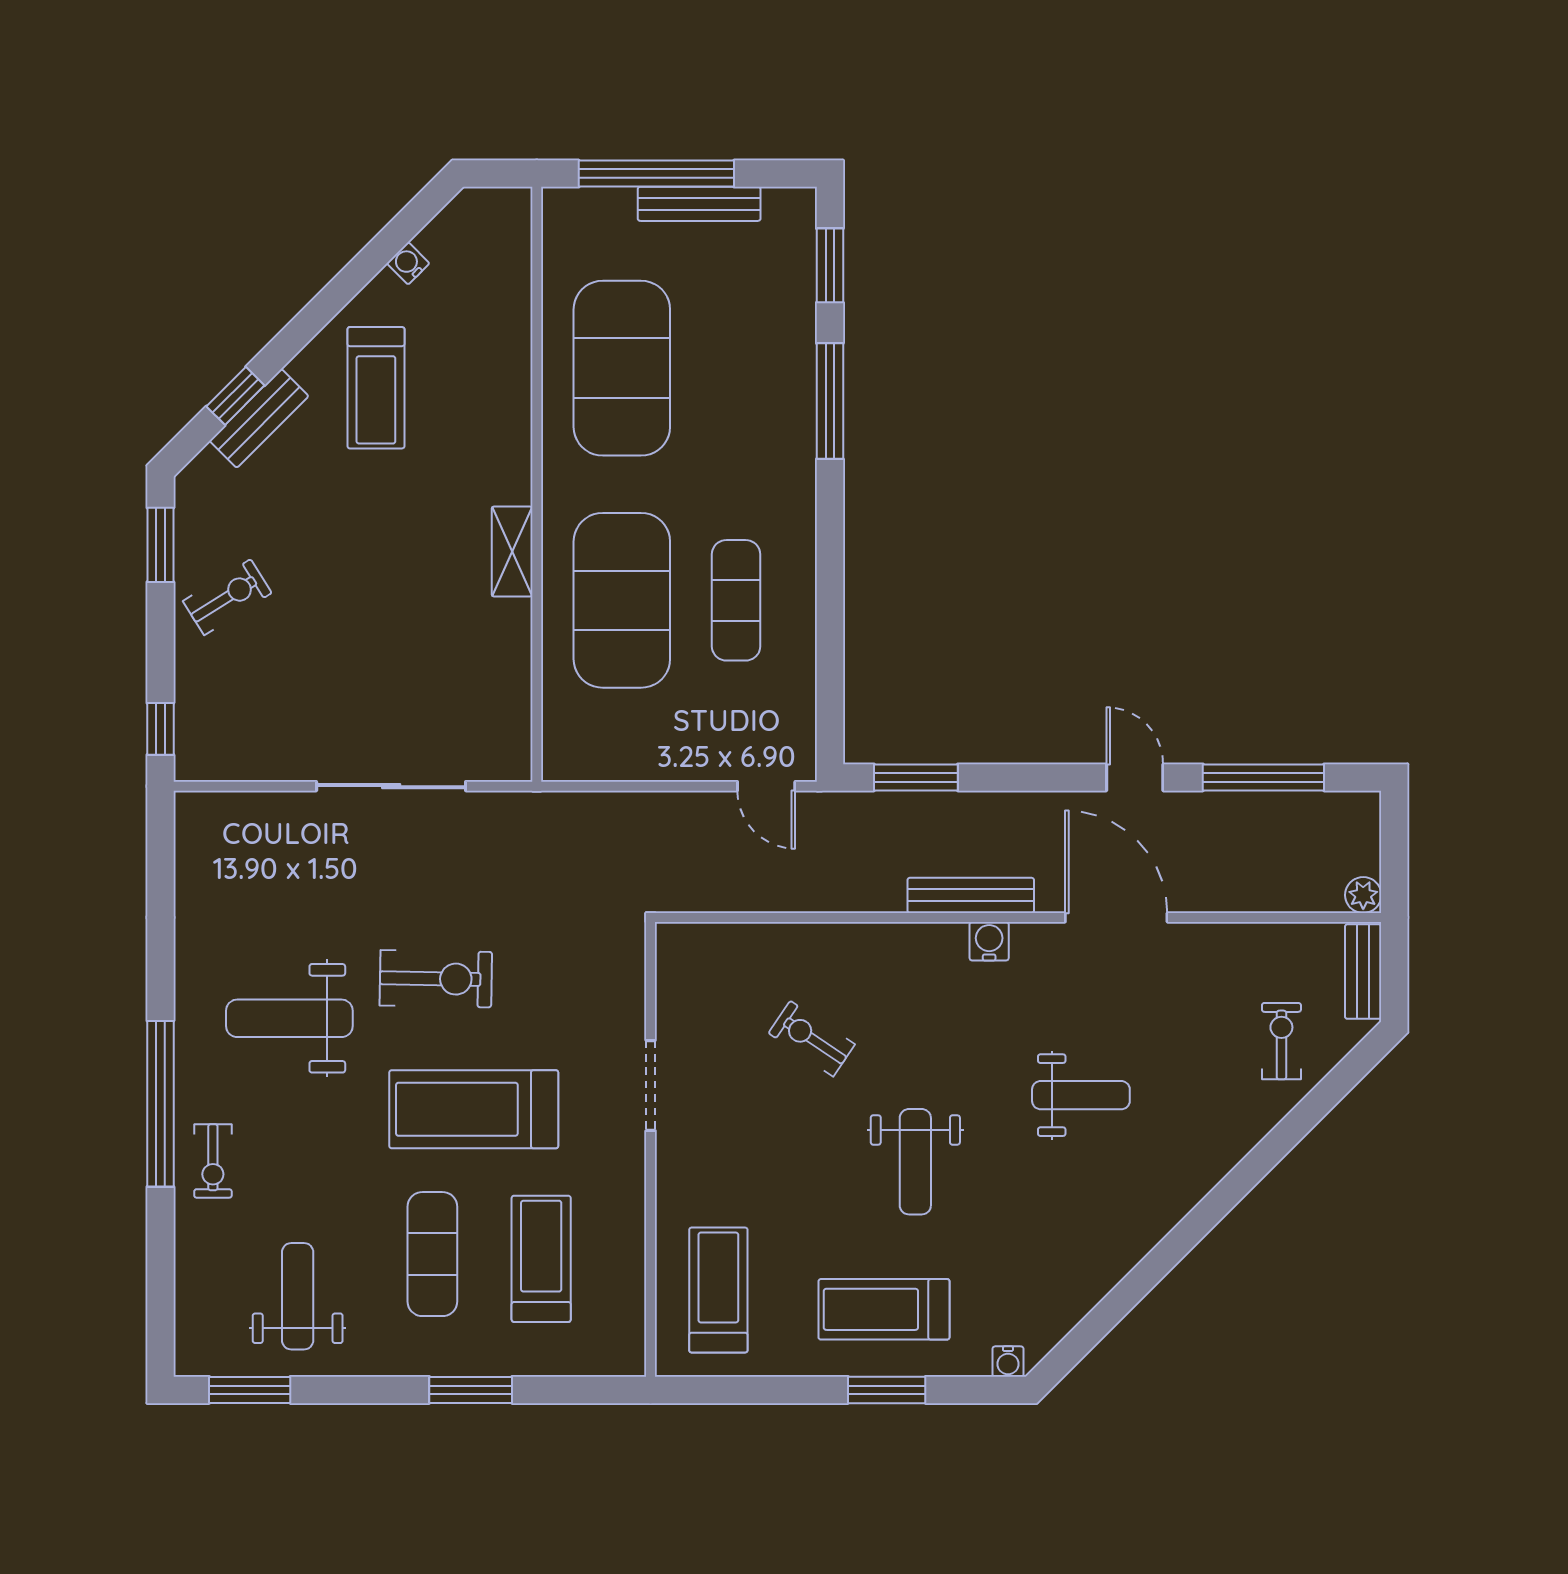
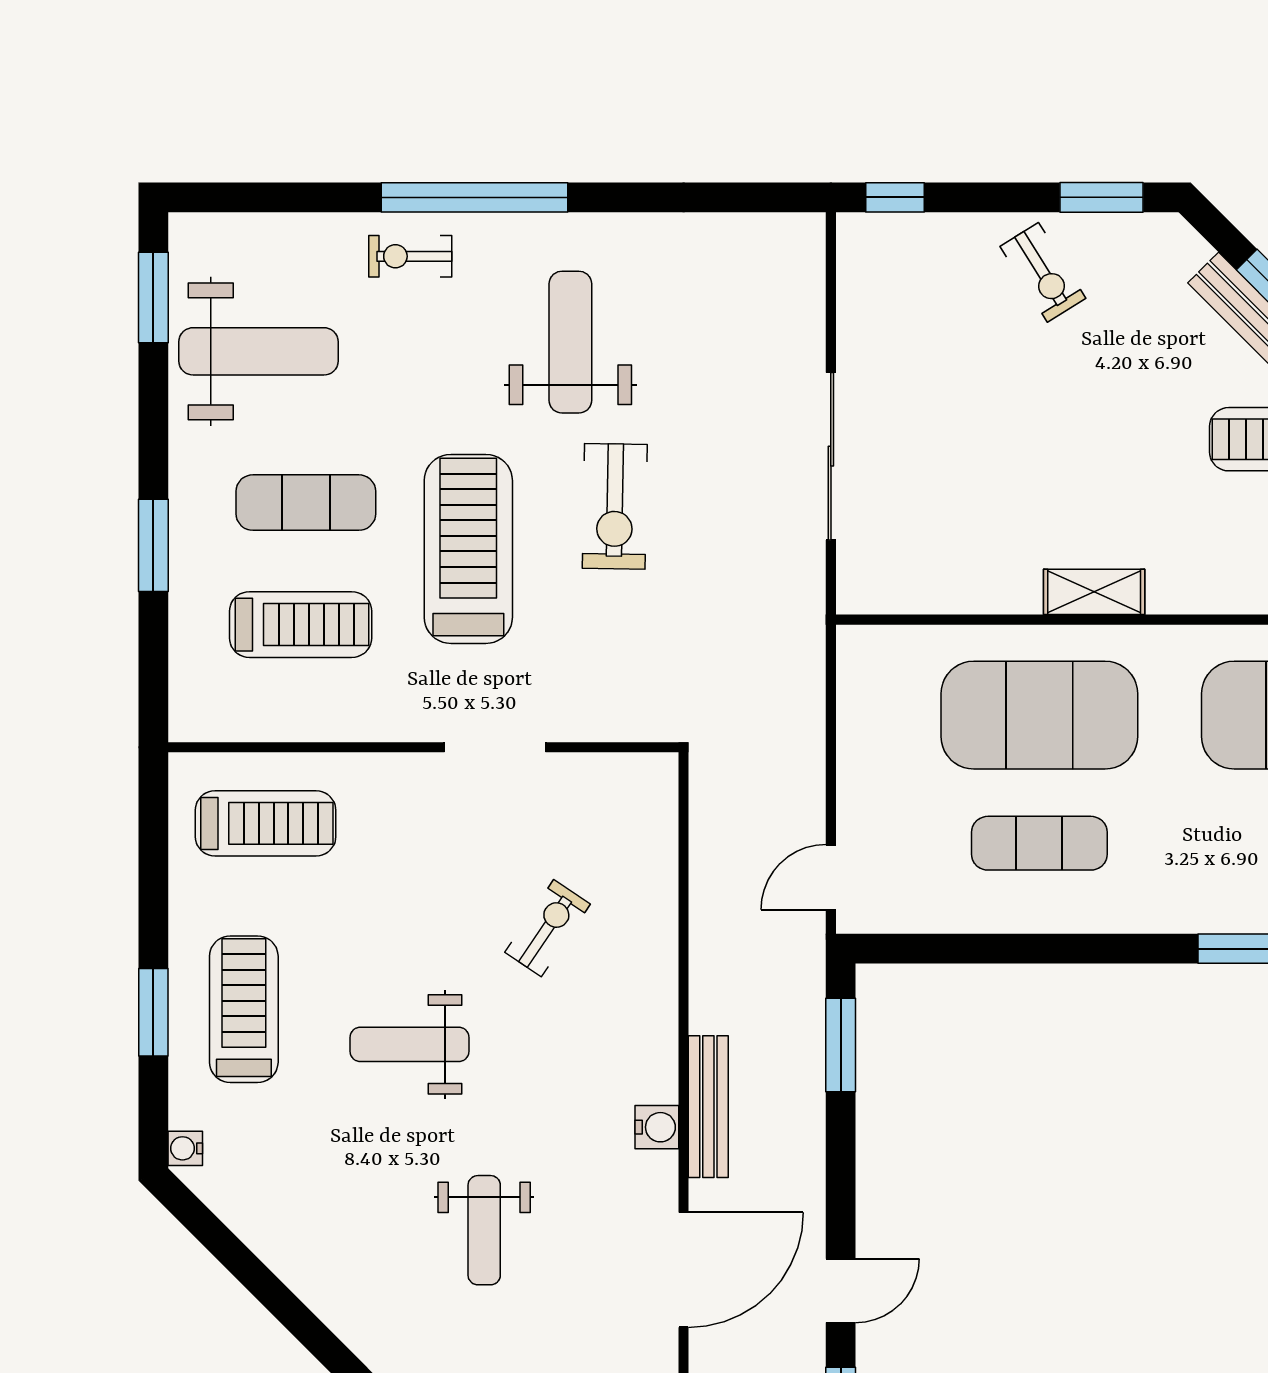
weight bench: (298, 1296) -> (259, 351), width x1.36, depth x1.33

